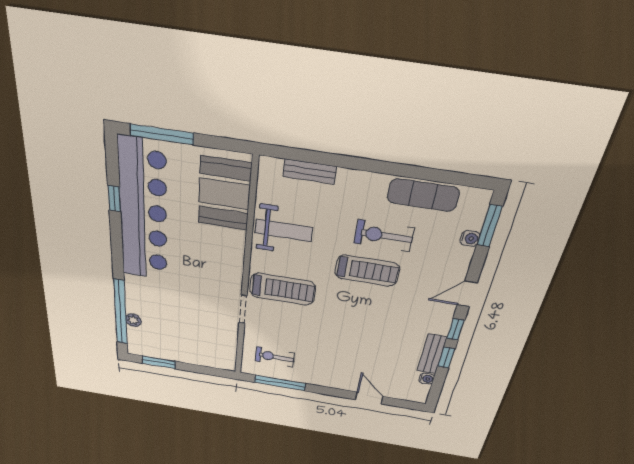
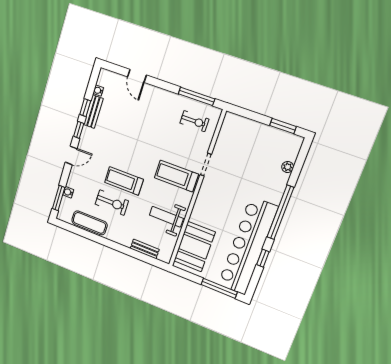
window: (120, 312) -> (280, 212), moved

